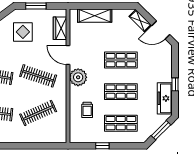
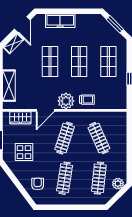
window: (175, 84) -> (73, 11), removed
freezer: (165, 98) -> (60, 21), moved
trolley: (87, 110) -> (87, 100), moved

